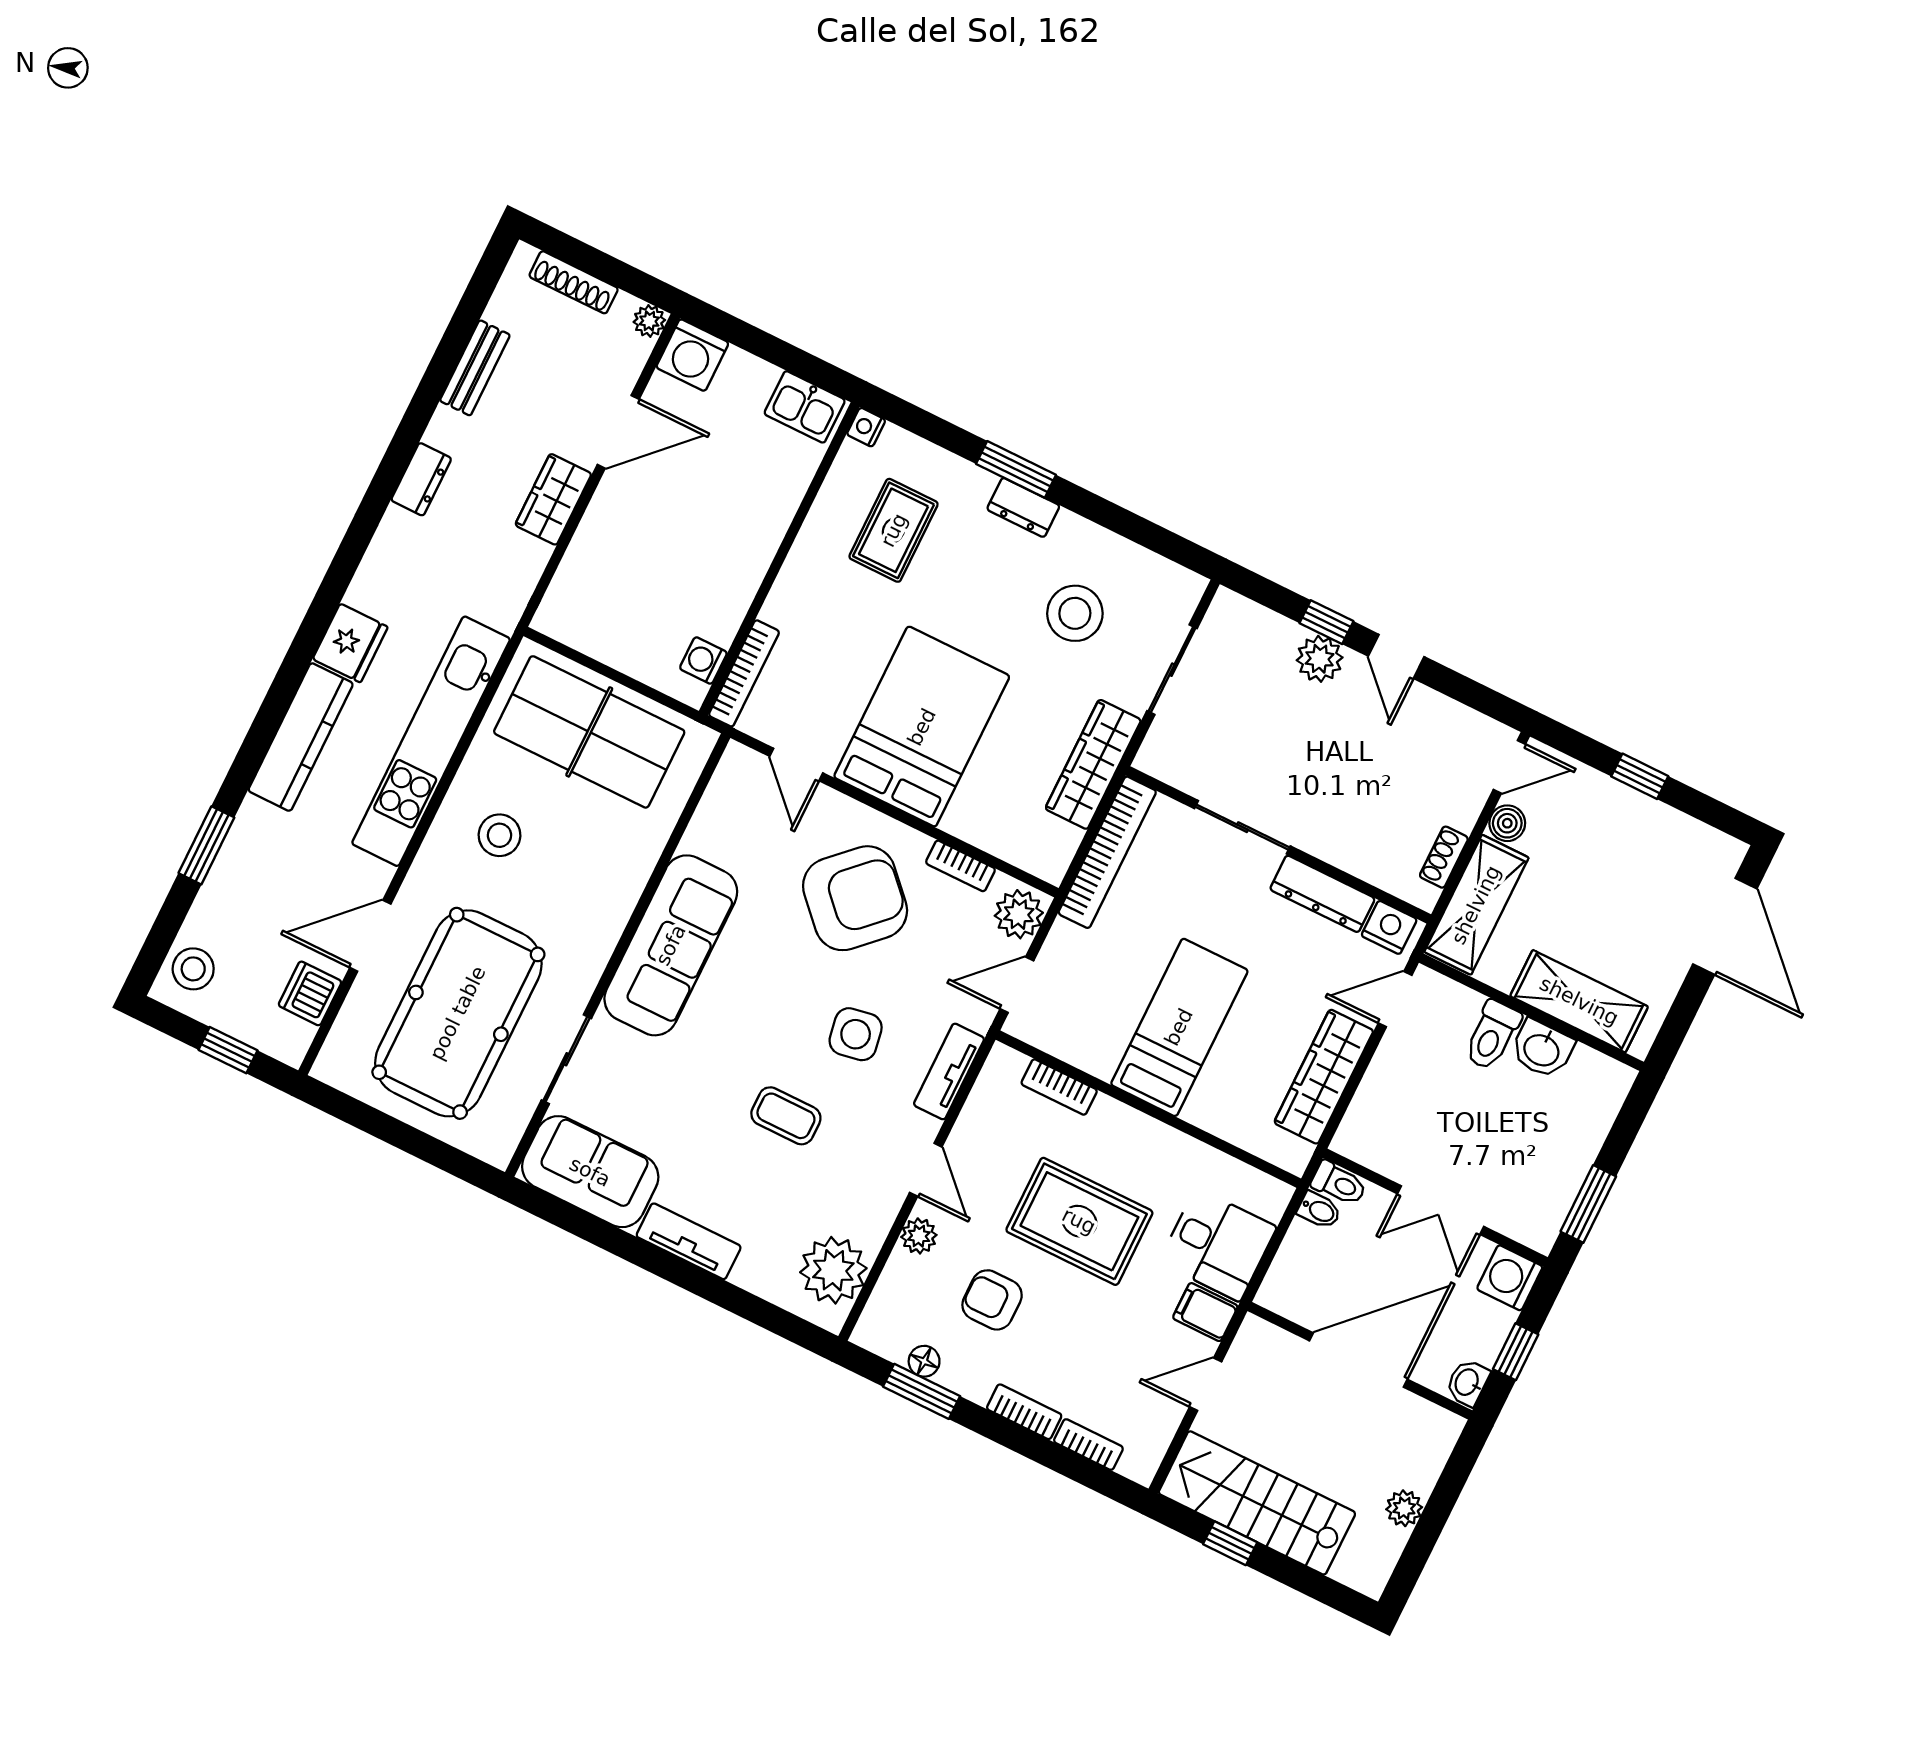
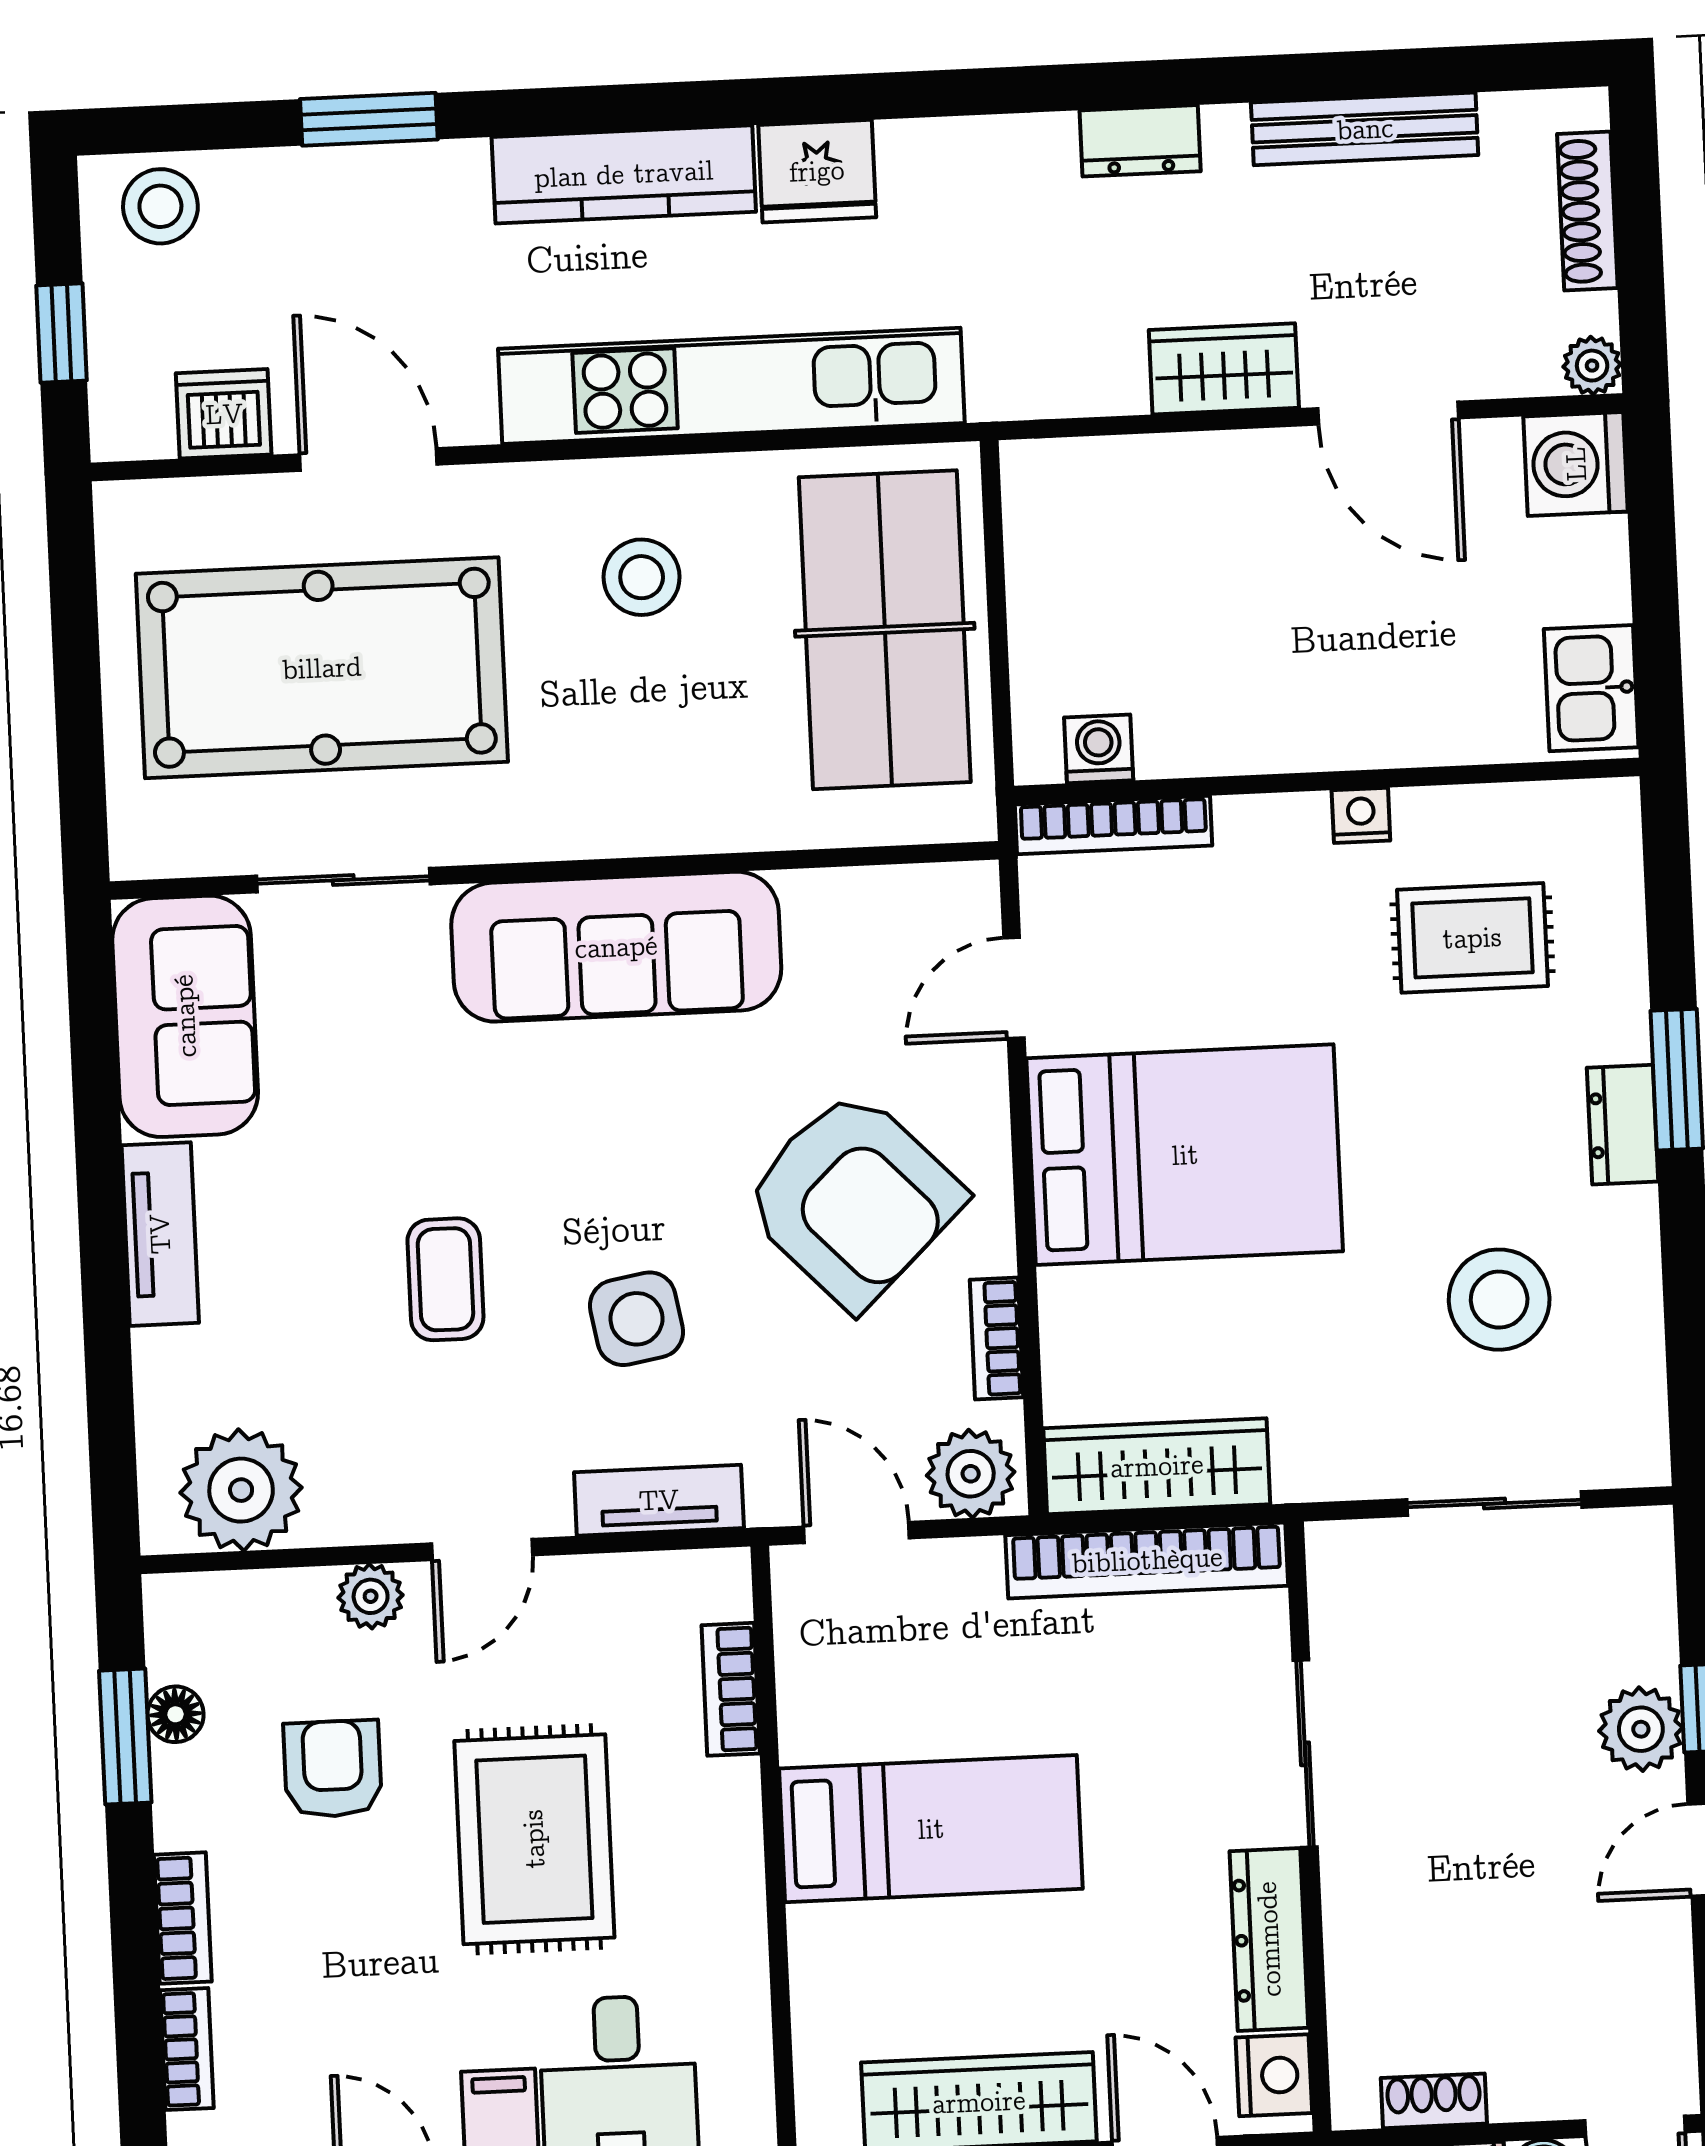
bench: (475, 368) -> (1365, 129), width x1.36
nightstand: (866, 427) -> (1361, 815), moved
wardrobe: (1093, 764) -> (1157, 1466), moved

